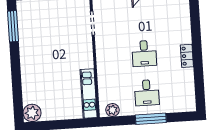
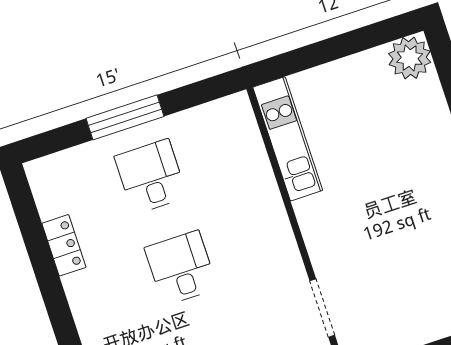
locker: (187, 56) -> (64, 245), moved
plant: (112, 110) -> (221, 115), removed

